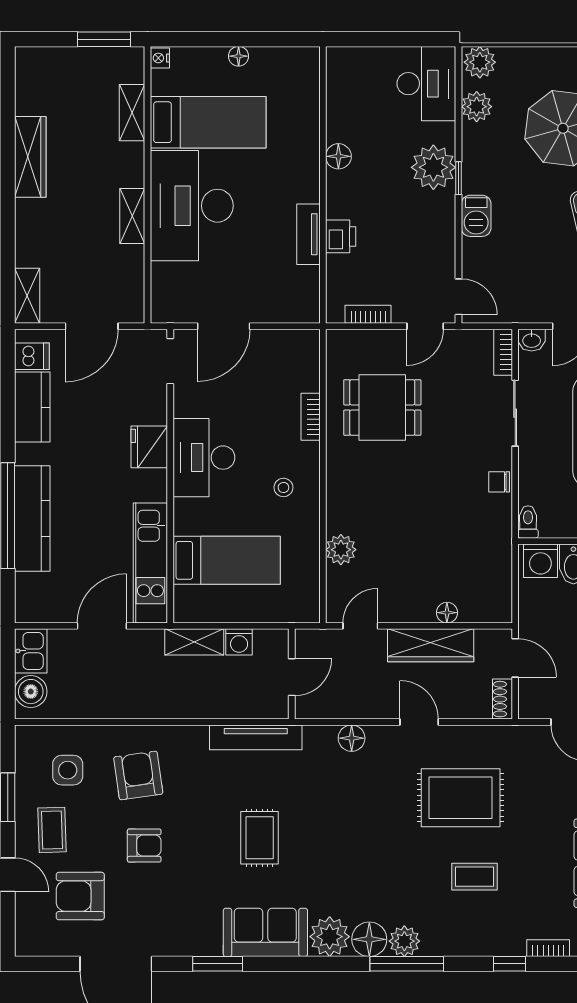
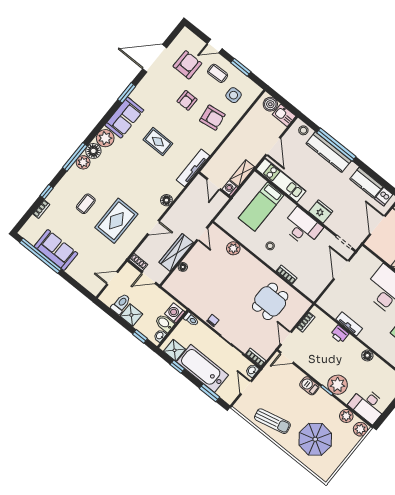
stool: (30, 595) -> (303, 130), added
wall: (292, 674) -> (215, 185), moved
door: (292, 677) -> (214, 184), moved

